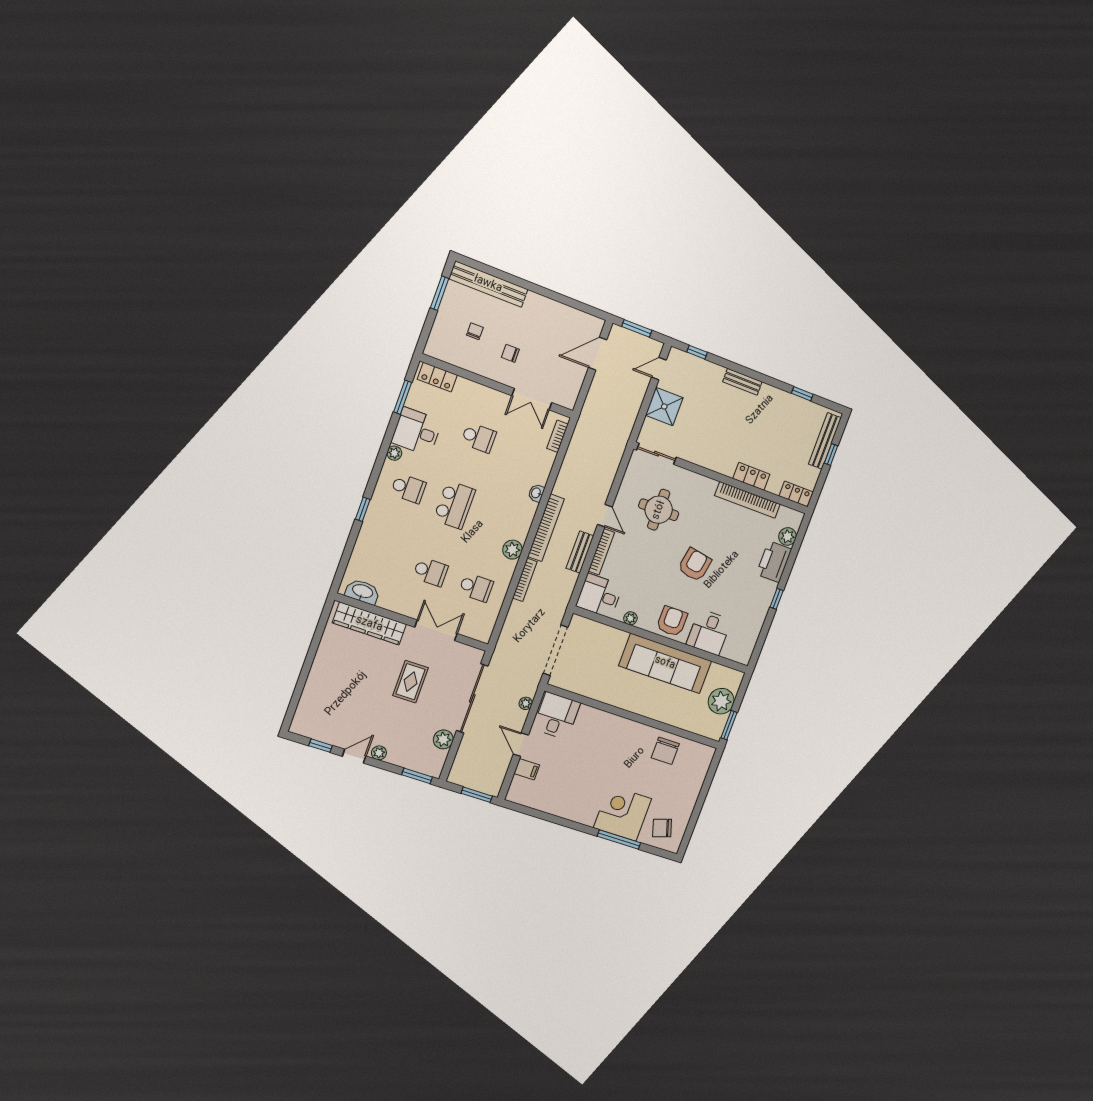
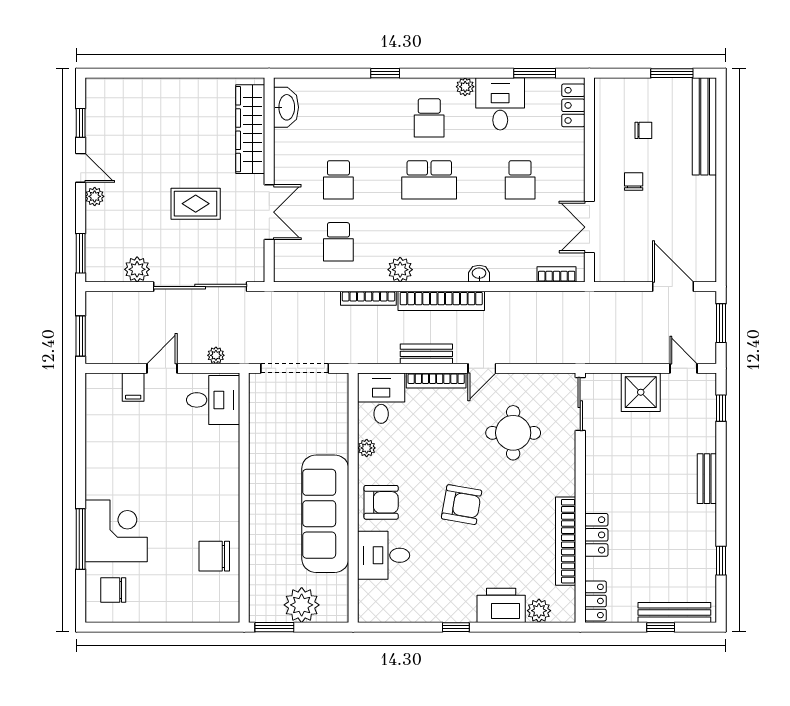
chair: (662, 828) -> (113, 590), turned -72

